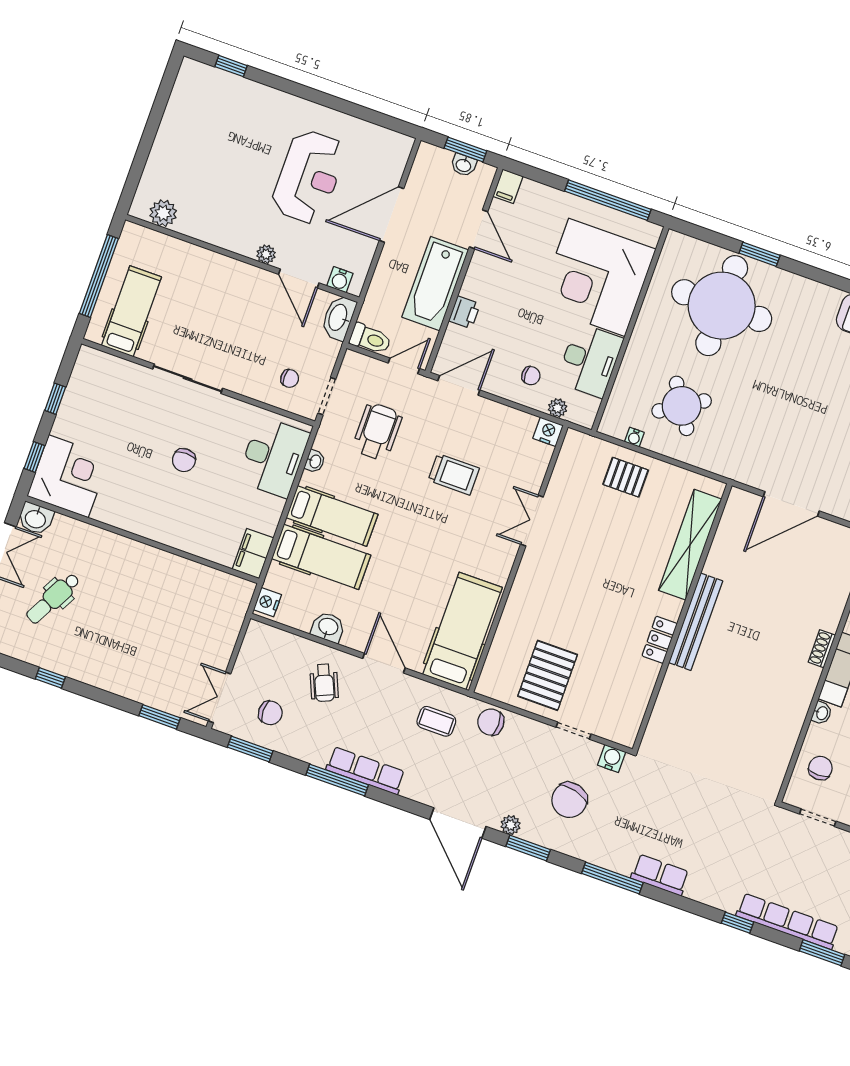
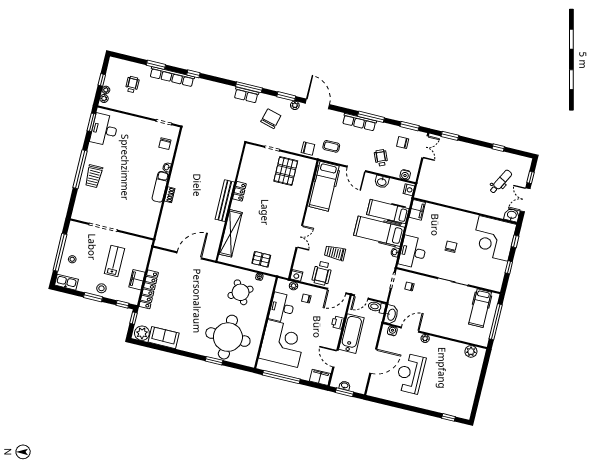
filing cabinet: (508, 186) -> (320, 377), width x2.00
door: (299, 279) -> (410, 330), hinge flipped
wheelchair: (377, 432) -> (322, 273), moved
corner desk: (68, 476) -> (494, 238), width x1.36, depth x1.36
hospital bed: (332, 516) -> (379, 231), width x1.37, depth x1.29
water cooler: (612, 759) -> (405, 175), moved
row of seats: (660, 875) -> (246, 95), moved

